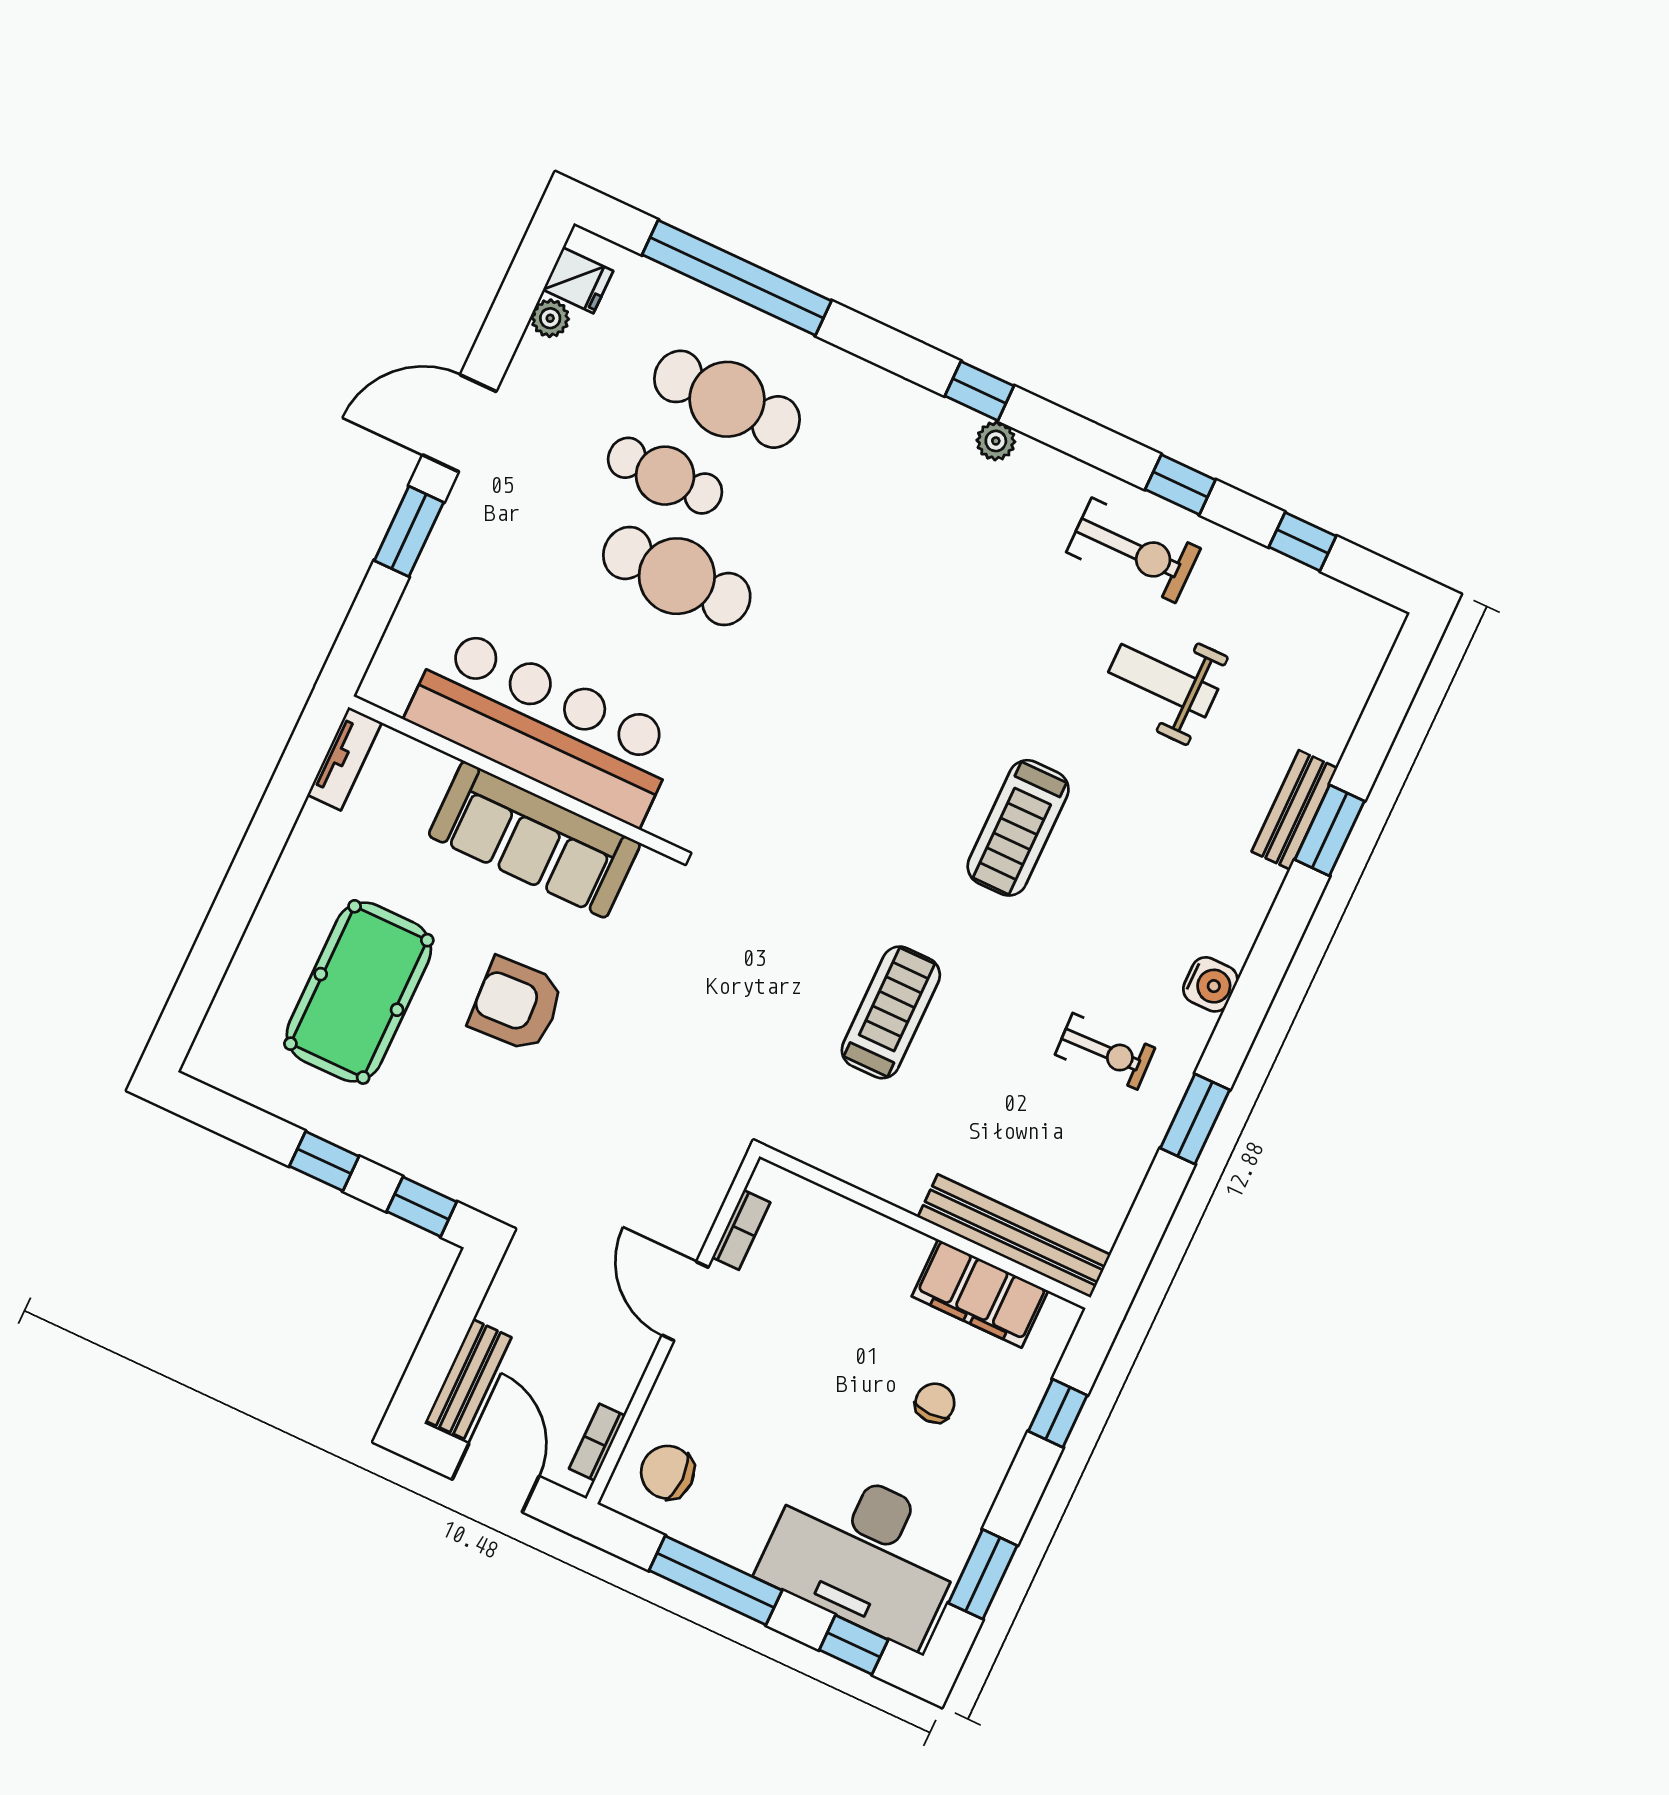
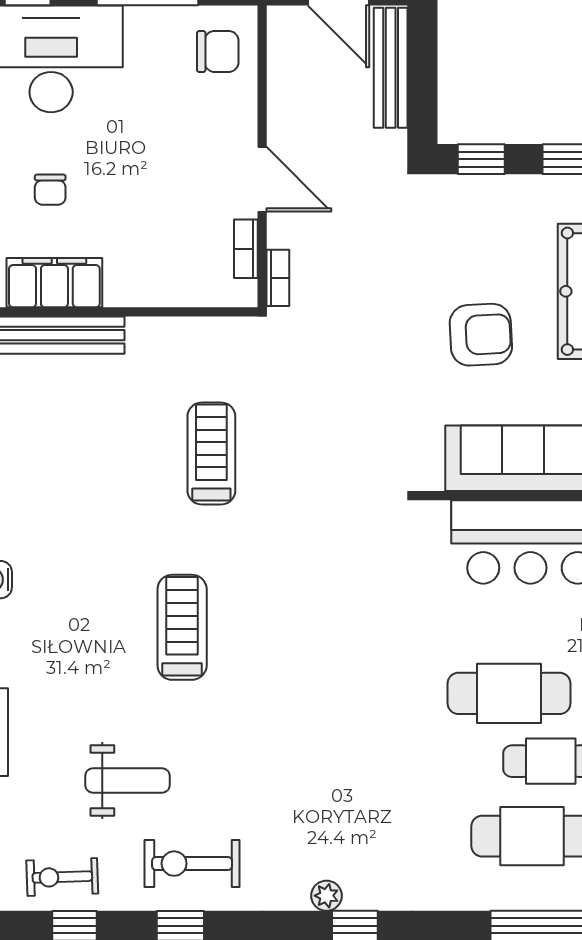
treadmill: (891, 1012) -> (211, 454), turned 180
exercise bike: (1105, 1051) -> (62, 877), moved
bench: (468, 1379) -> (391, 68), width x1.36
bookcase: (597, 1442) -> (278, 278), moved

